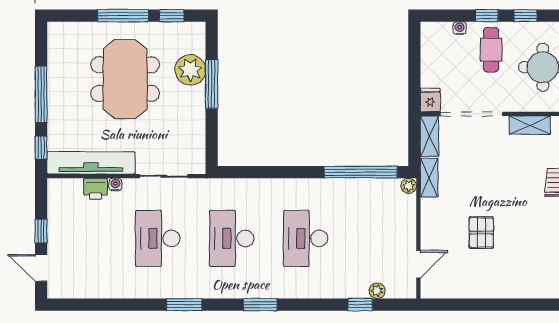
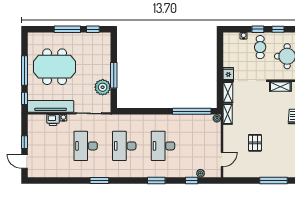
plant: (190, 70) -> (103, 87), moved
meeting table: (125, 79) -> (55, 67), moved, turned 90
window: (212, 84) -> (114, 75), moved
window: (260, 305) -> (156, 181), moved
window: (517, 305) -> (274, 181), added

